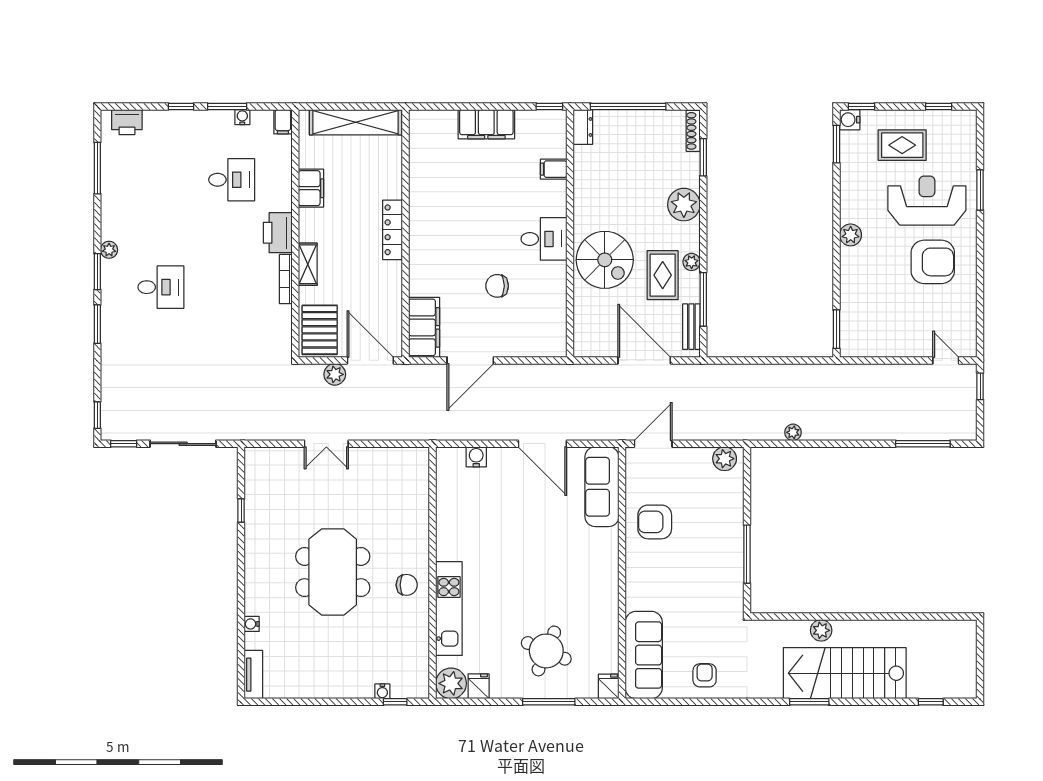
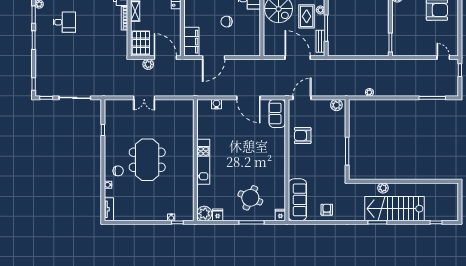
sofa: (602, 487) -> (277, 113), width x0.73
chair: (407, 585) -> (118, 171), moved
kitchen unit: (449, 609) -> (203, 162), moved

